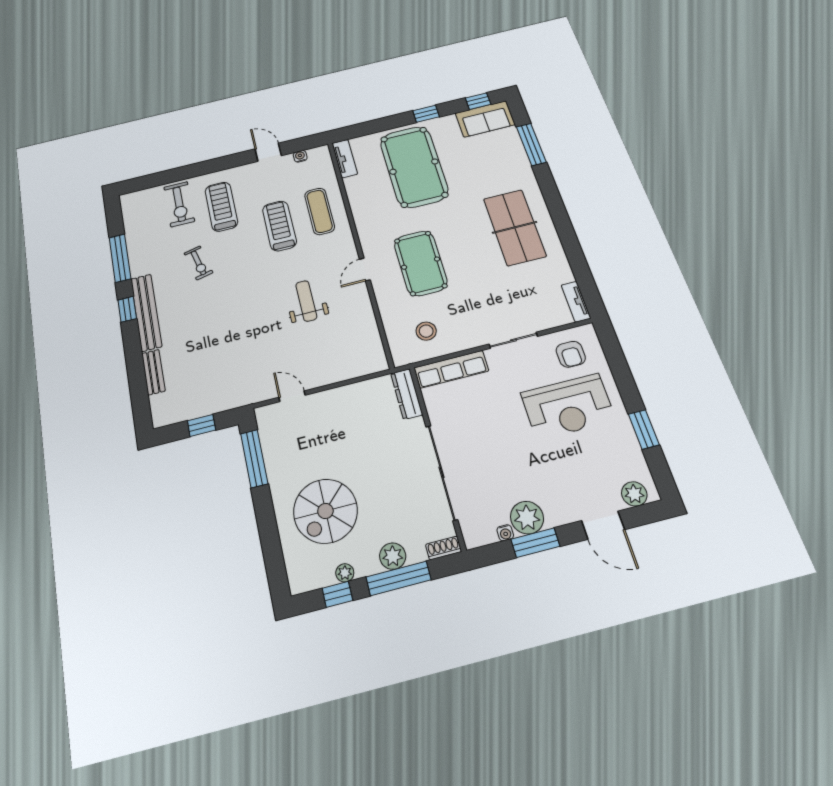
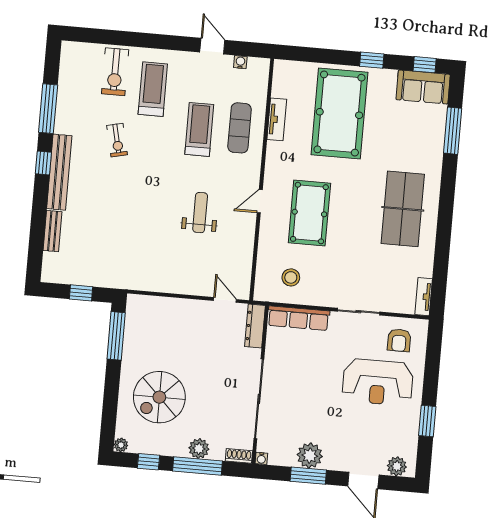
tv unit: (345, 159) -> (277, 119), moved
door: (292, 396) -> (225, 300), moved
water cooler: (505, 533) -> (261, 458), moved
plant: (345, 573) -> (121, 445), moved

